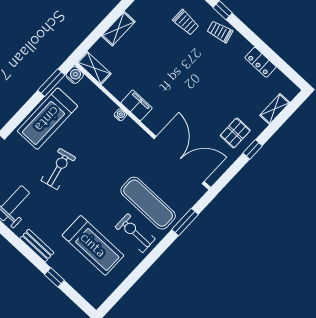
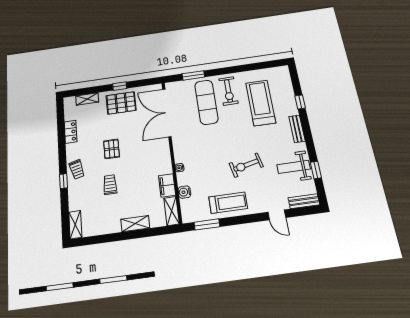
trolley: (186, 22) -> (110, 185), moved
water cooler: (75, 75) -> (184, 192), moved
pallet: (203, 79) -> (111, 149), added
filing cabinet: (137, 105) -> (167, 185), moved
treadmill: (47, 119) -> (228, 203), width x0.73, depth x0.73
pallet: (235, 133) -> (121, 103), width x1.50, depth x1.42

